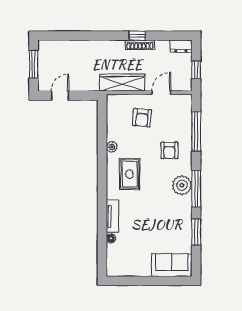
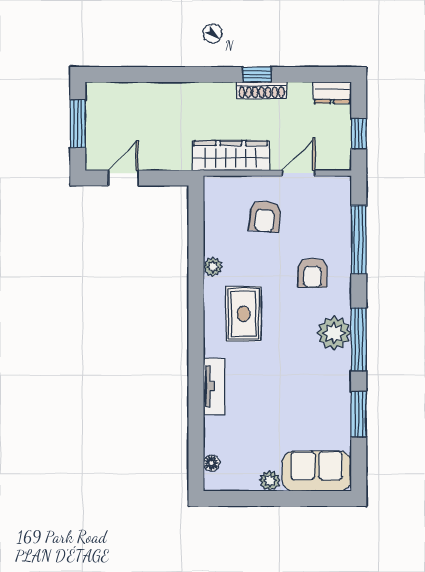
floor lamp: (111, 238) -> (211, 463), moved
plant: (145, 271) -> (270, 481), added

